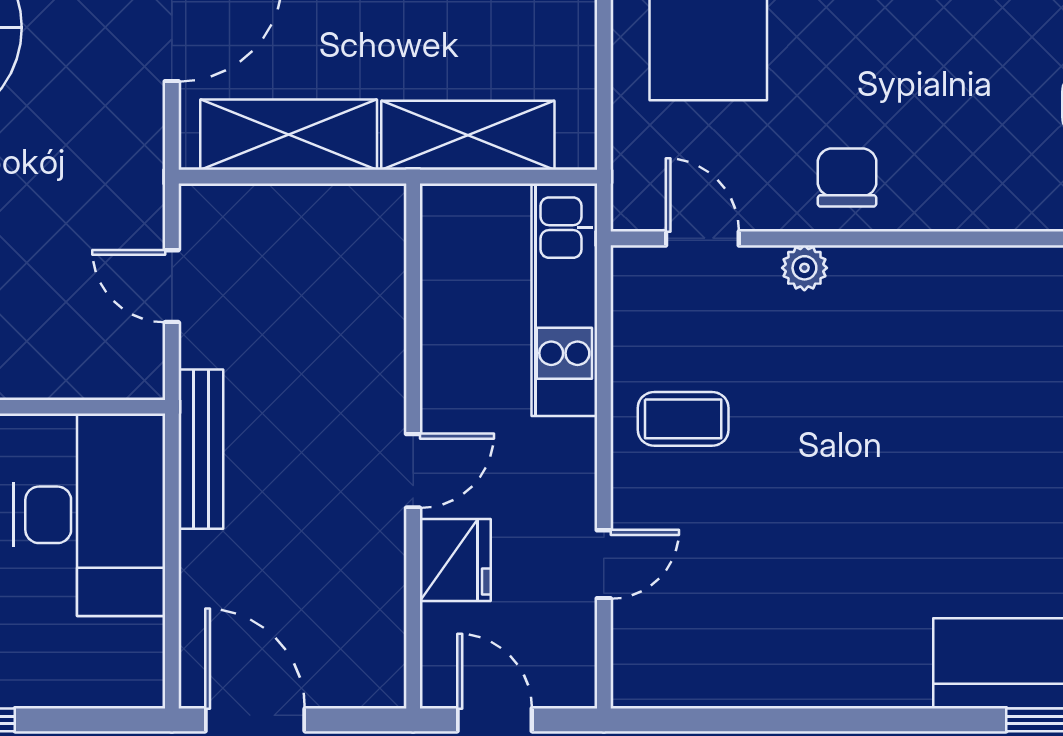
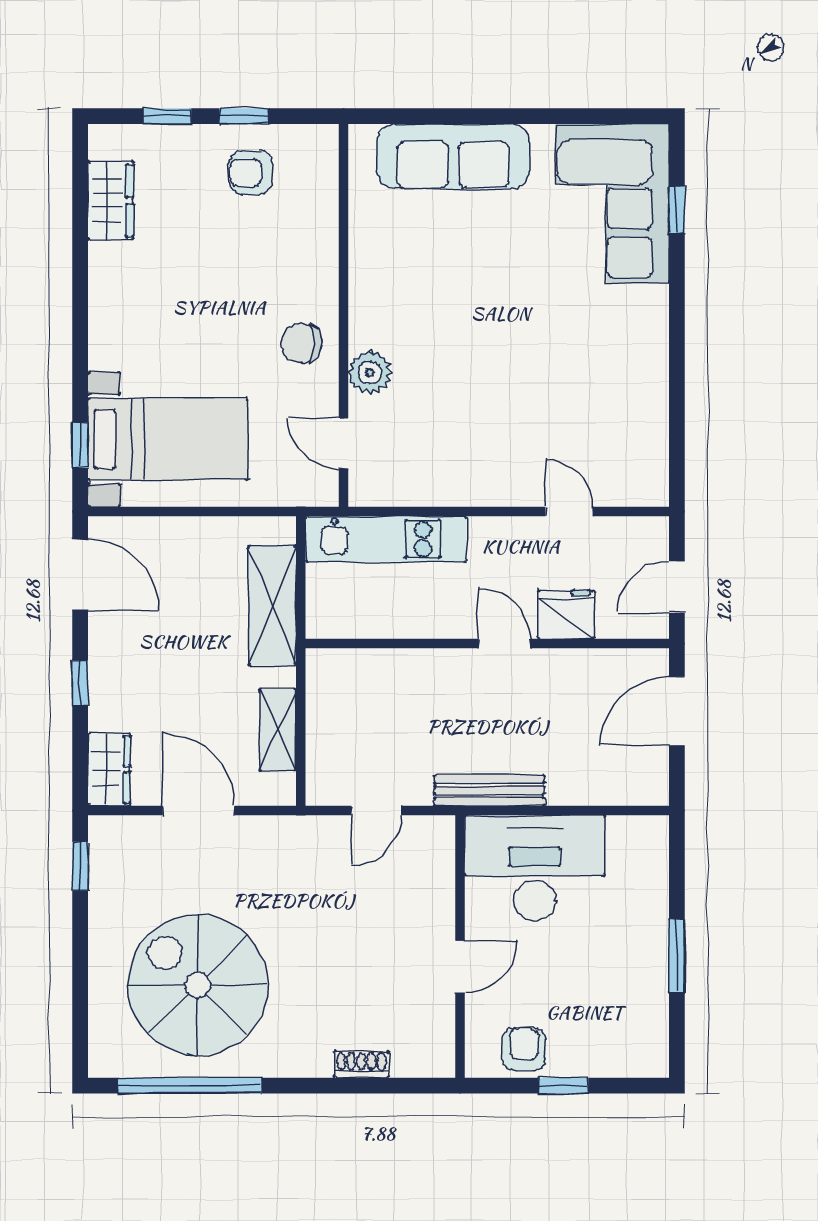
shelving: (289, 135) -> (278, 730), width x0.67, depth x0.75
door: (702, 238) -> (344, 443), hinge flipped
plant: (804, 268) -> (370, 373), width x1.38, depth x1.38
coffee table: (683, 419) -> (468, 457), removed
door: (255, 720) -> (677, 711), moved

